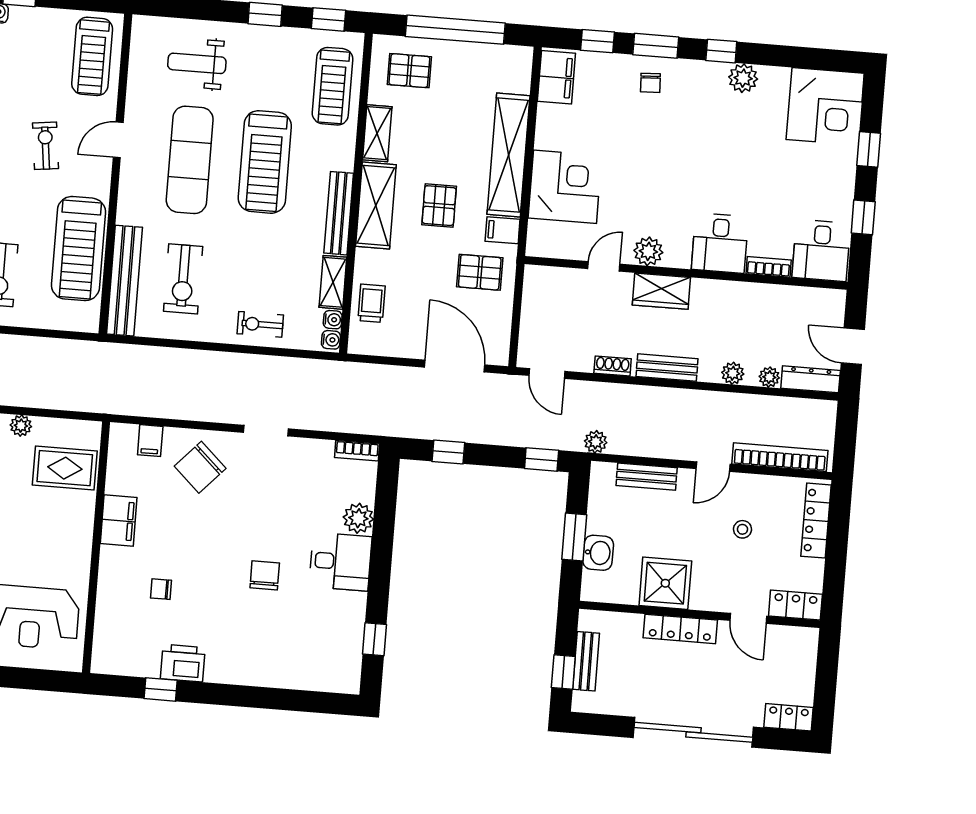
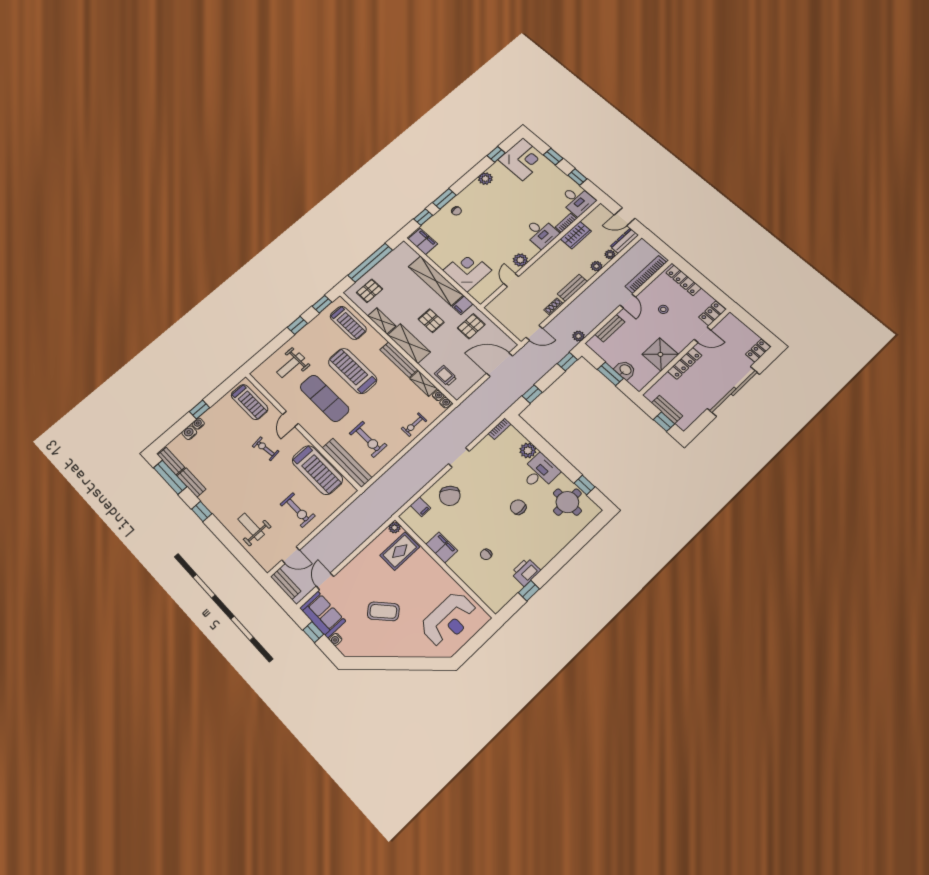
window: (721, 51) -> (496, 154), moved
treadmill: (265, 162) -> (353, 371), turned 180
wardrobe: (661, 291) -> (576, 235), moved
plant: (21, 426) -> (395, 528), moved
round table: (330, 636) -> (567, 502), added

